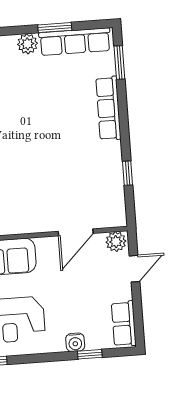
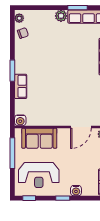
window: (90, 354) -> (63, 198), moved

